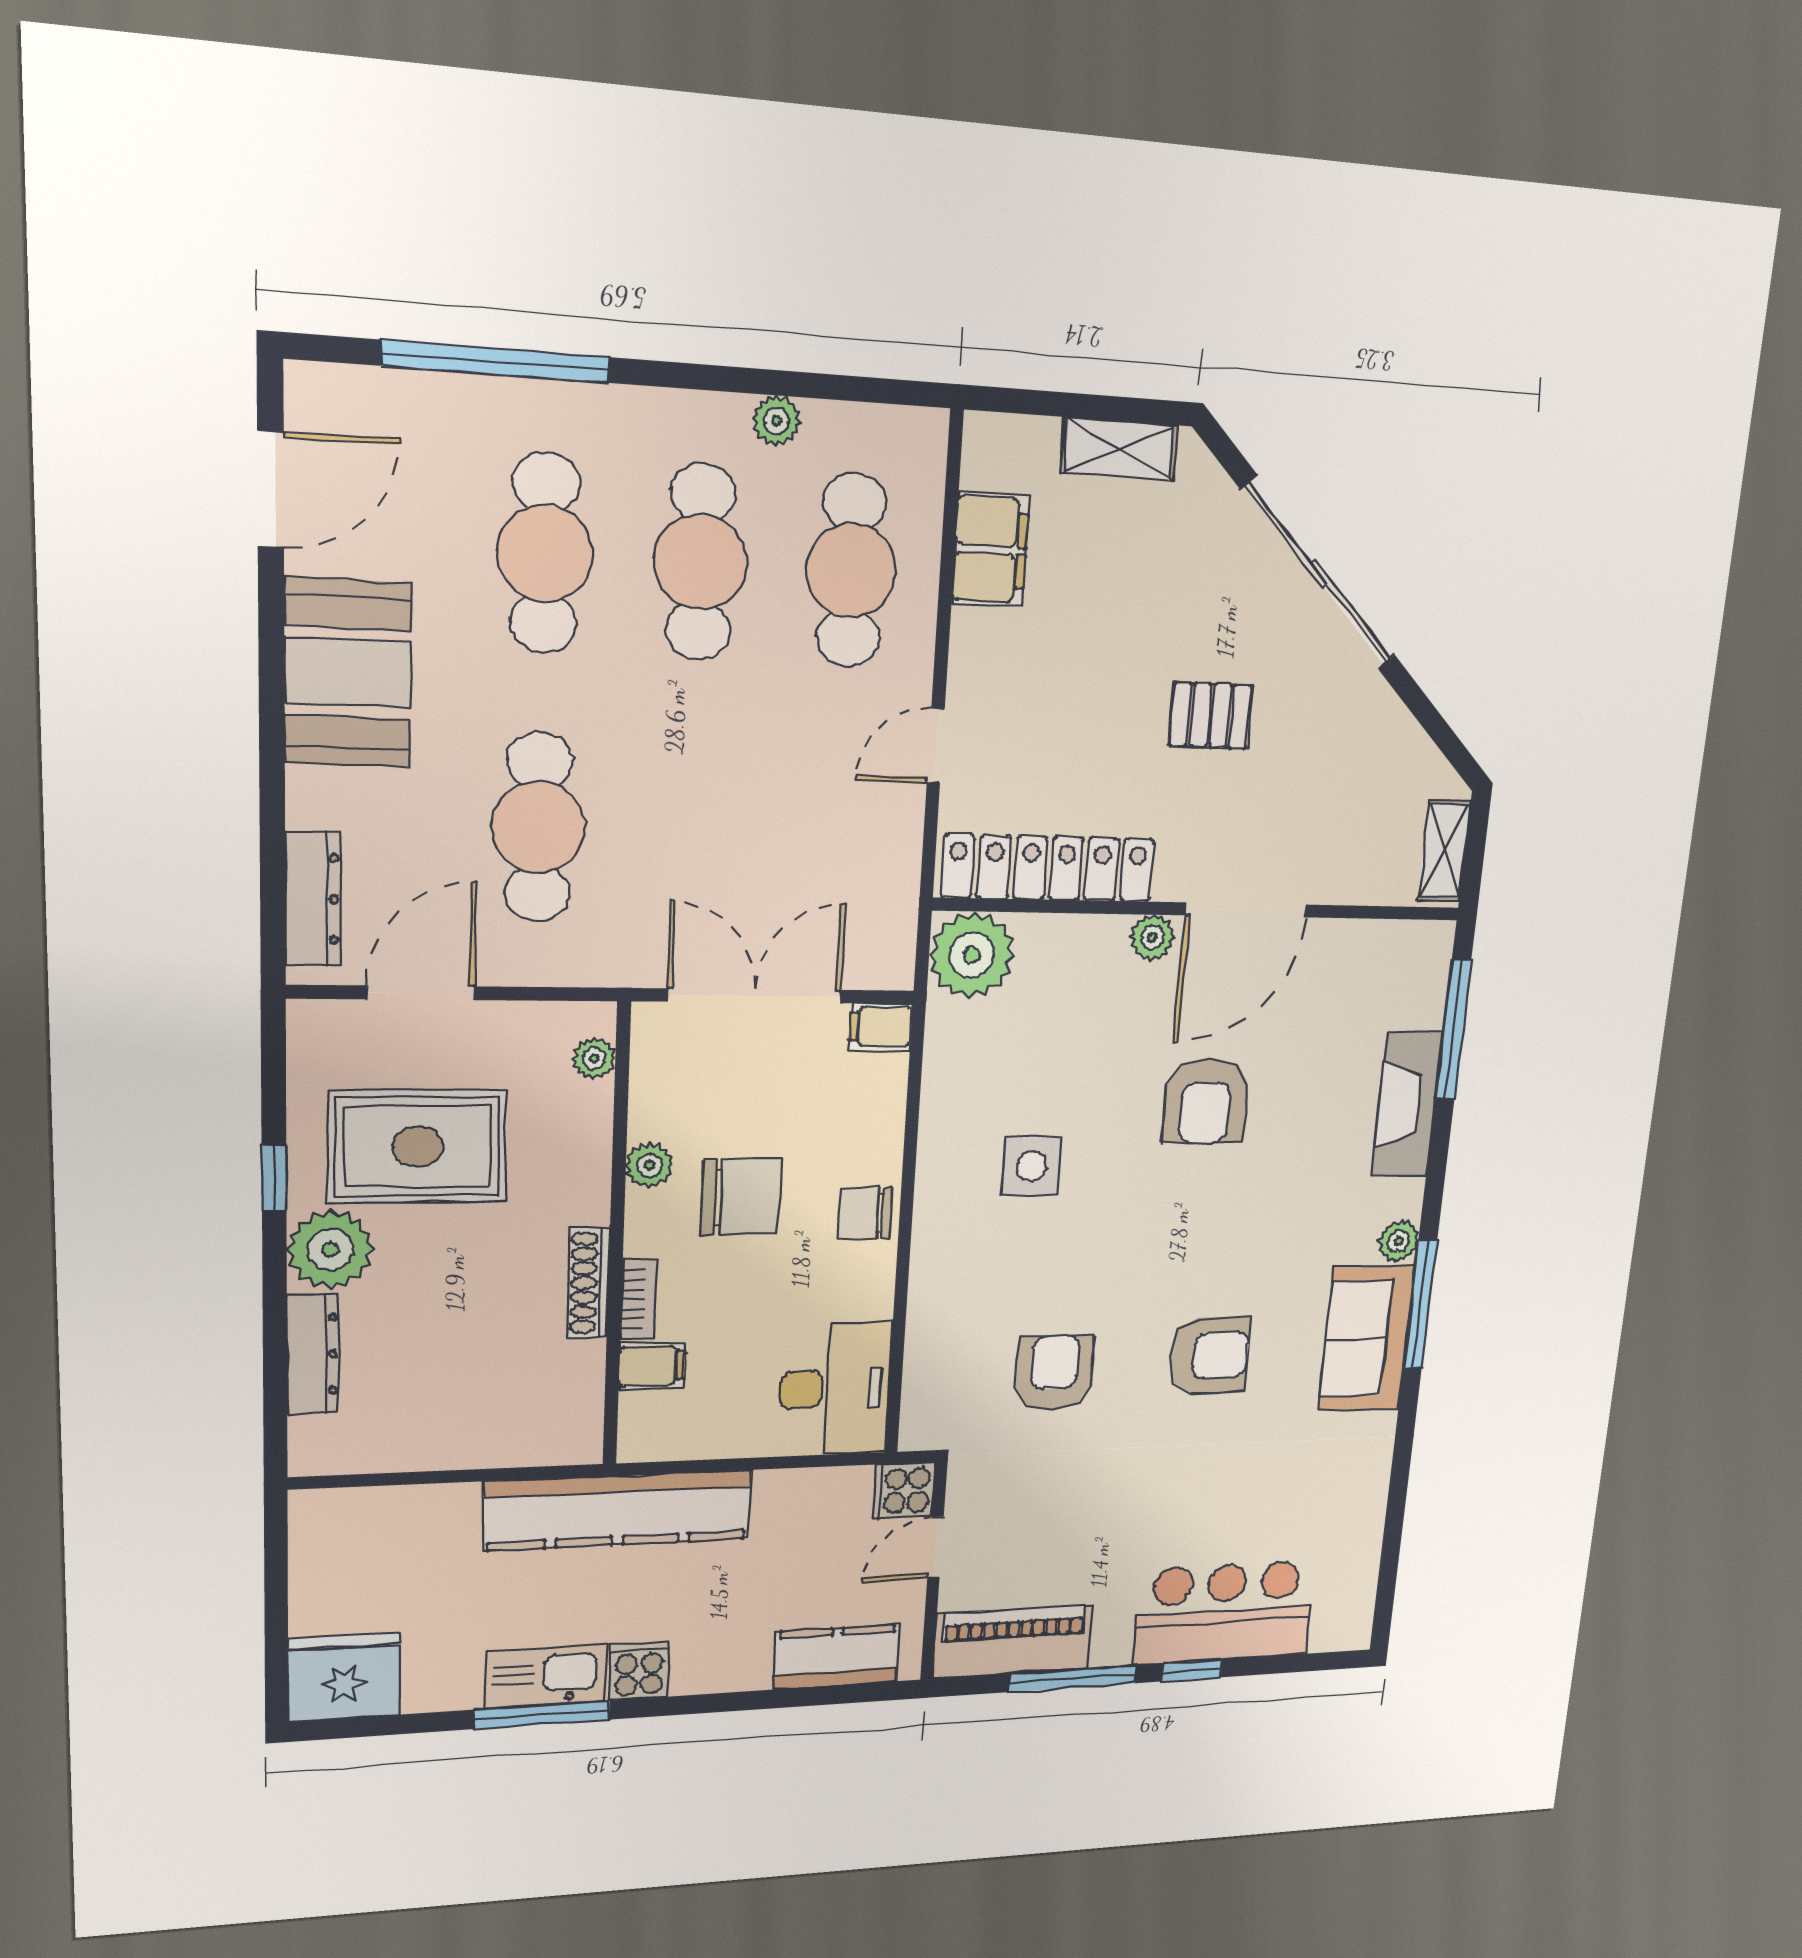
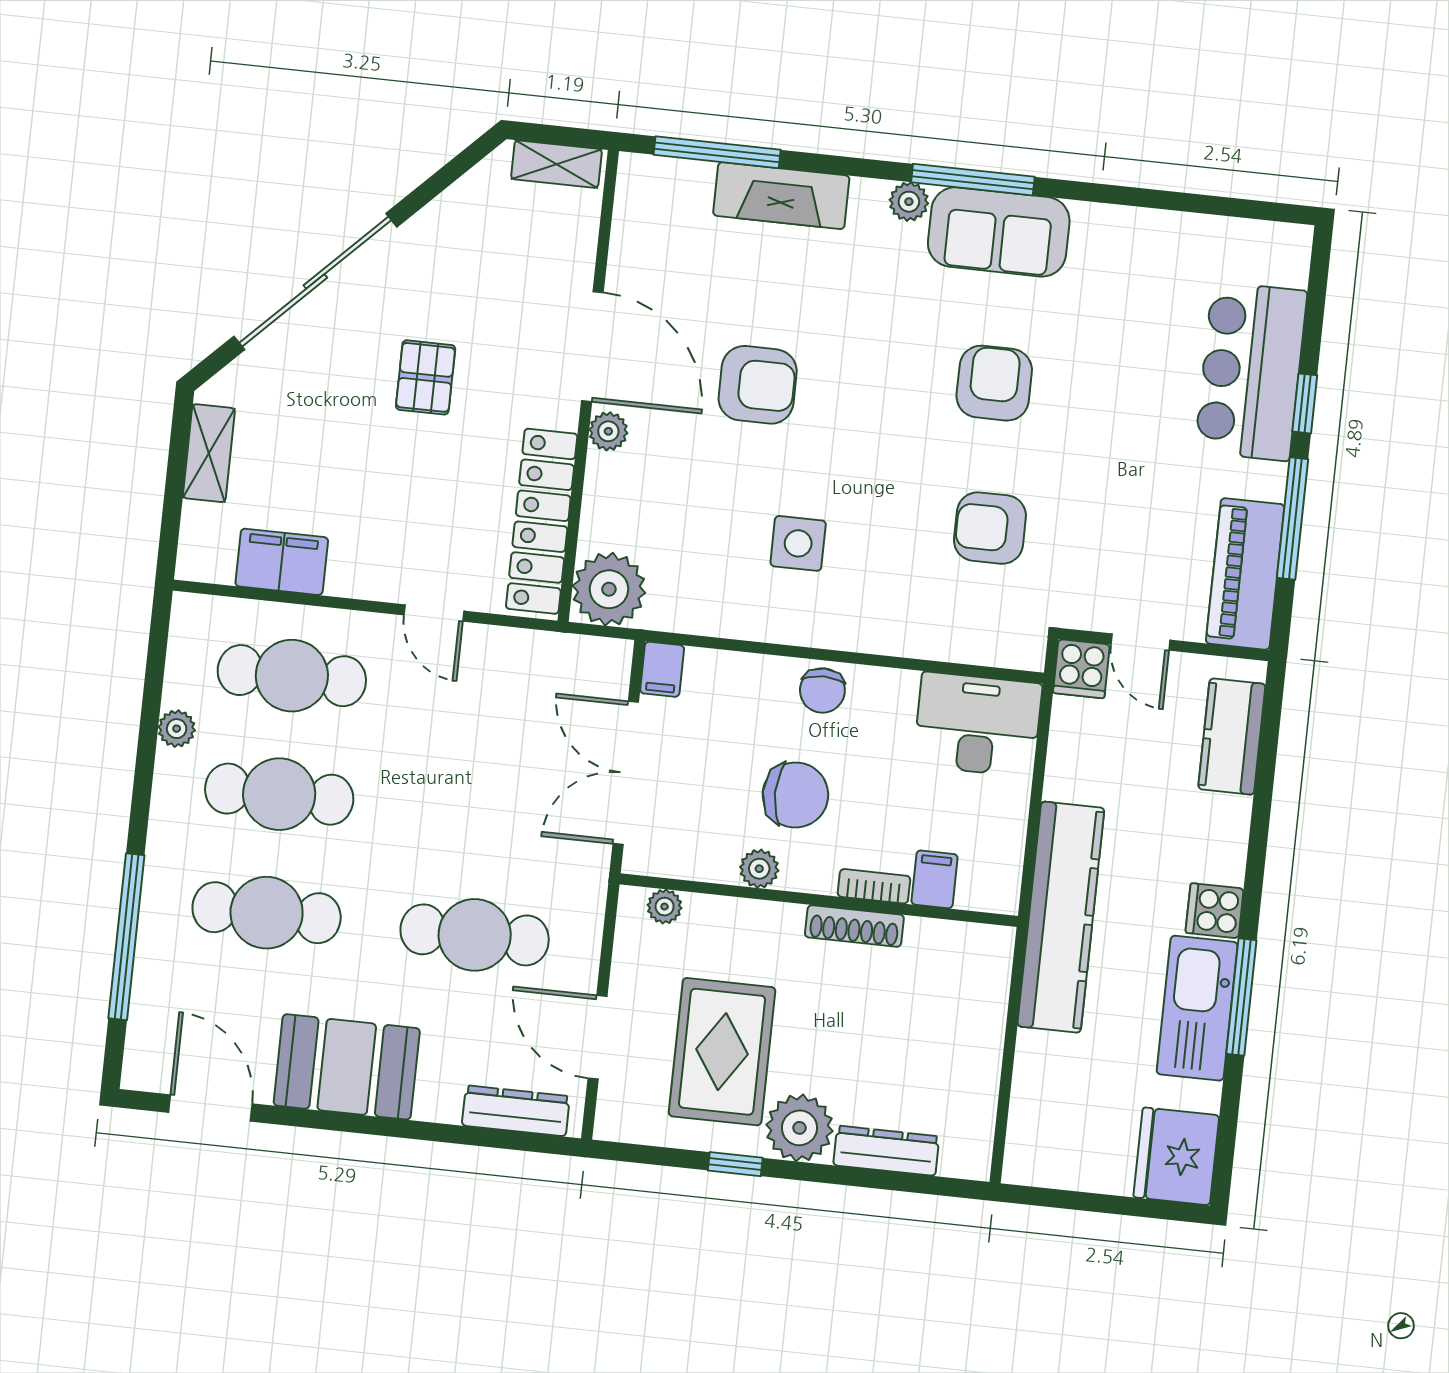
chair: (741, 1197) -> (795, 795), turned 90
kitchen sink: (546, 1676) -> (1197, 1008), width x1.36, depth x1.24

